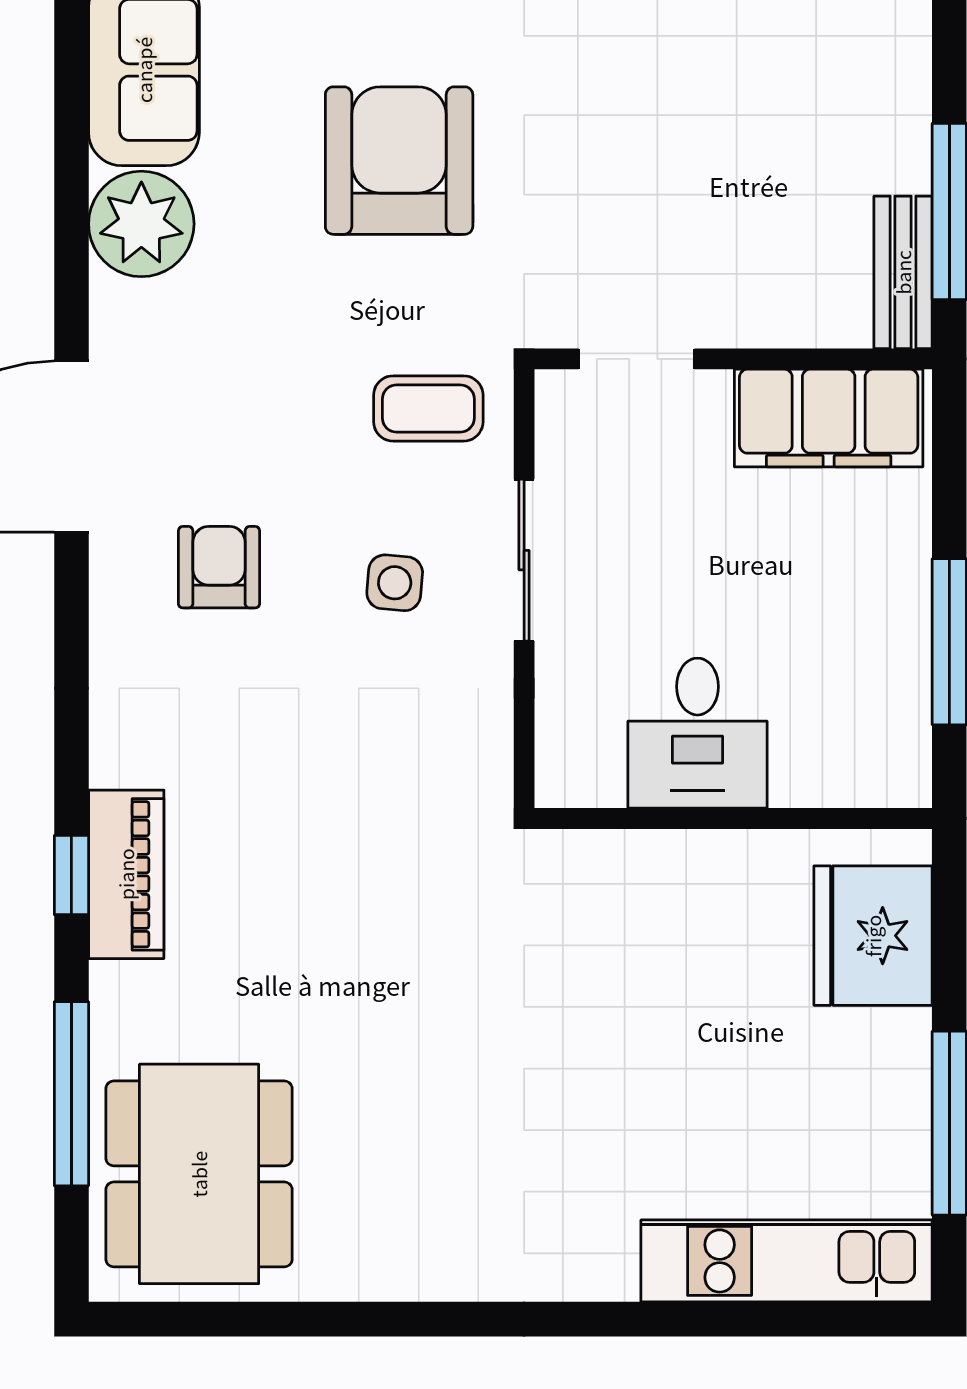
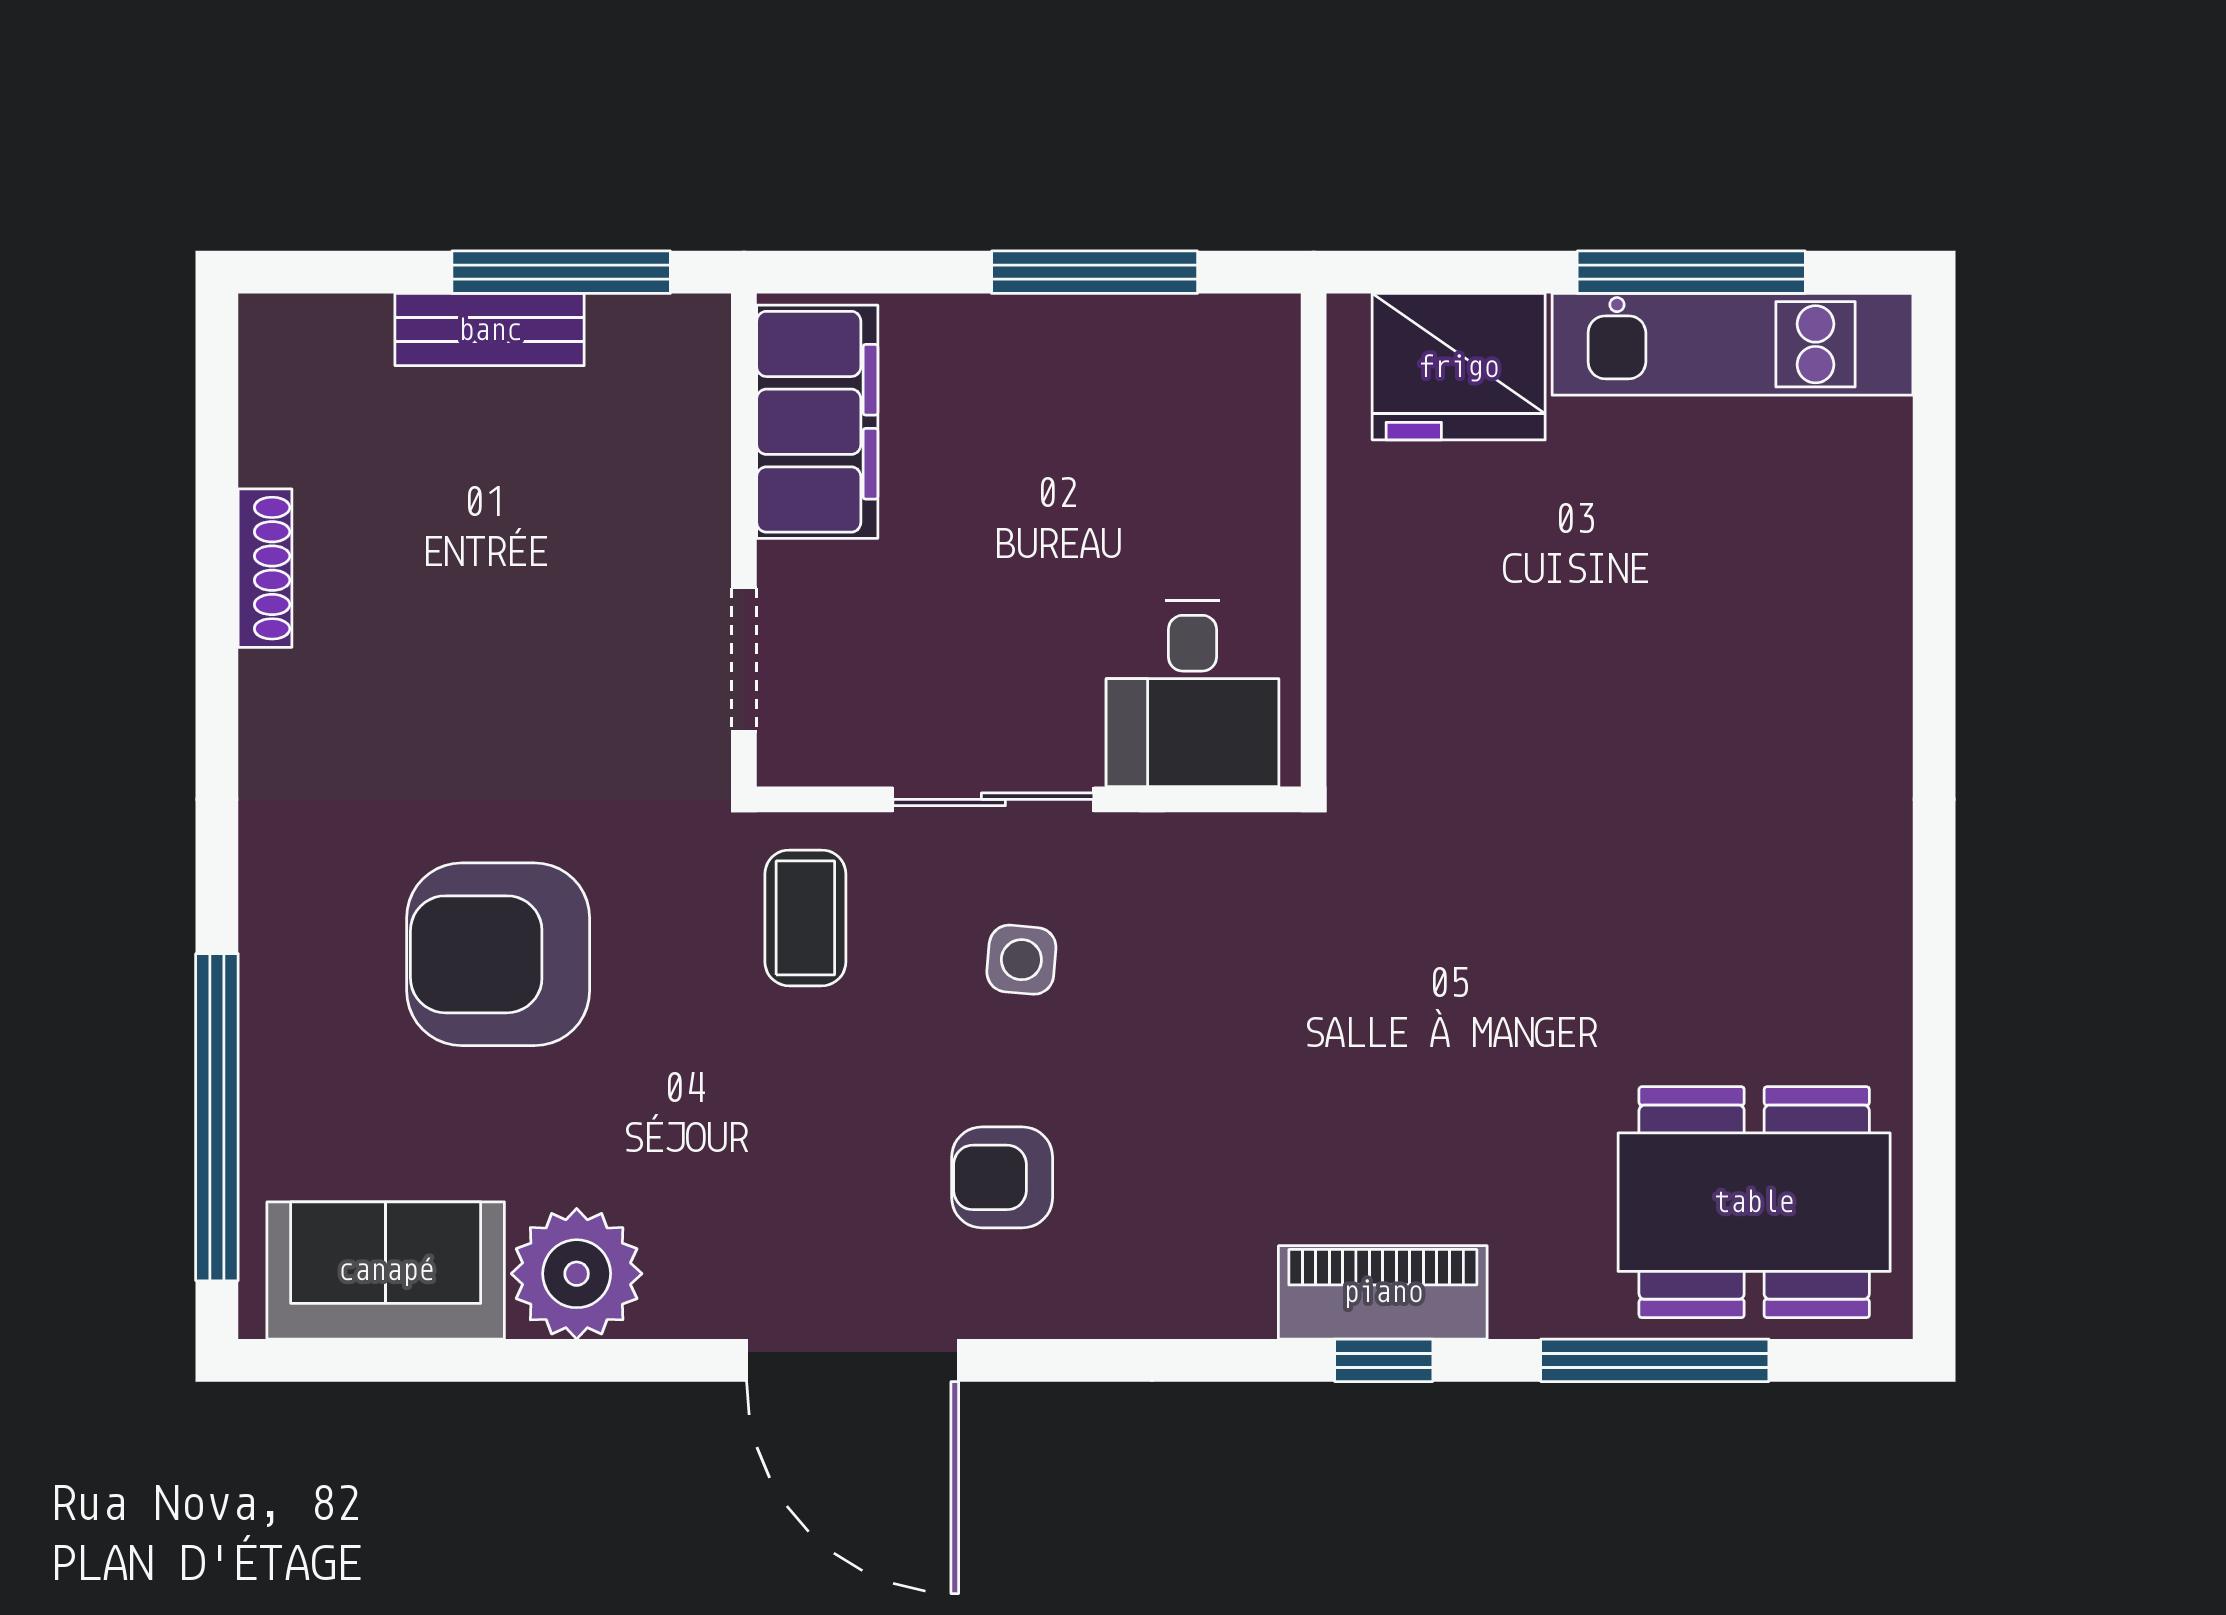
bench: (903, 272) -> (490, 330), moved
desk: (697, 733) -> (1192, 693), moved, turned 90
kitchen unit: (787, 1261) -> (1732, 344), moved, turned -90

